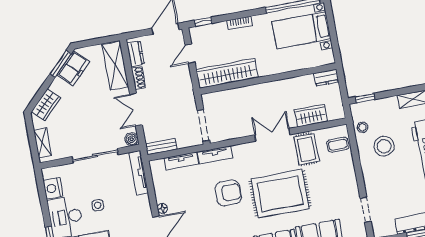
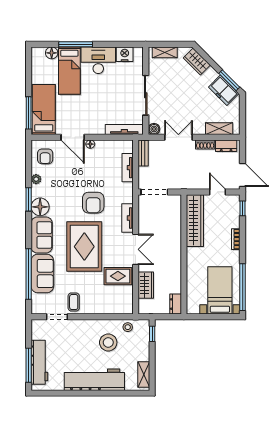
shelving: (115, 66) -> (219, 129), width x0.67, depth x0.75
coffee table: (338, 145) -> (74, 302), moved
tv unit: (215, 155) -> (127, 218), moved
side table: (98, 205) -> (103, 90), removed

